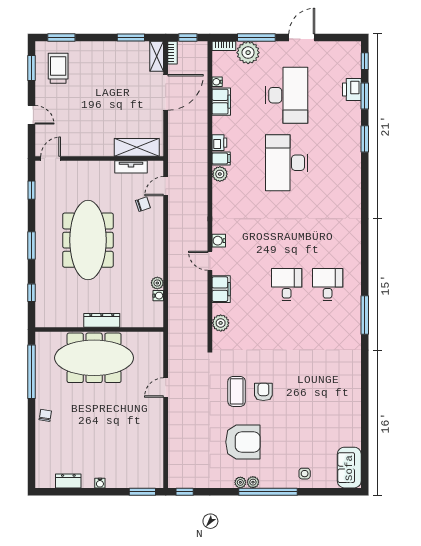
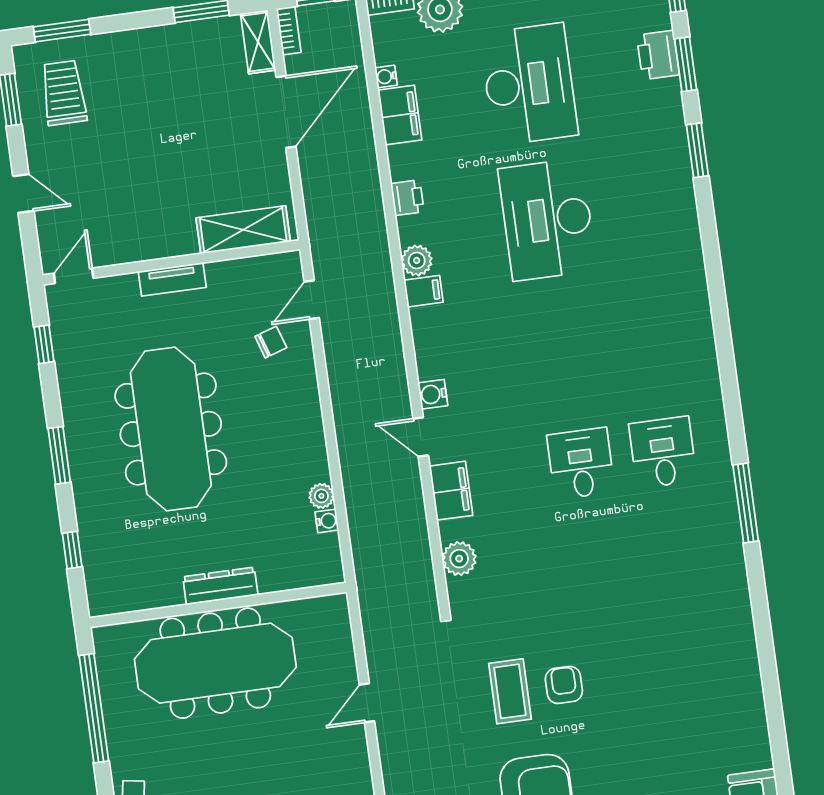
filing cabinet: (221, 159) -> (424, 291), moved
tv unit: (131, 167) -> (172, 279), moved

